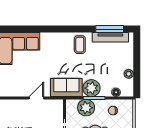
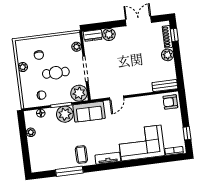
window: (110, 29) -> (69, 171), moved
tv unit: (110, 37) -> (108, 158), moved, width x0.71
plant: (86, 108) -> (79, 93), moved

